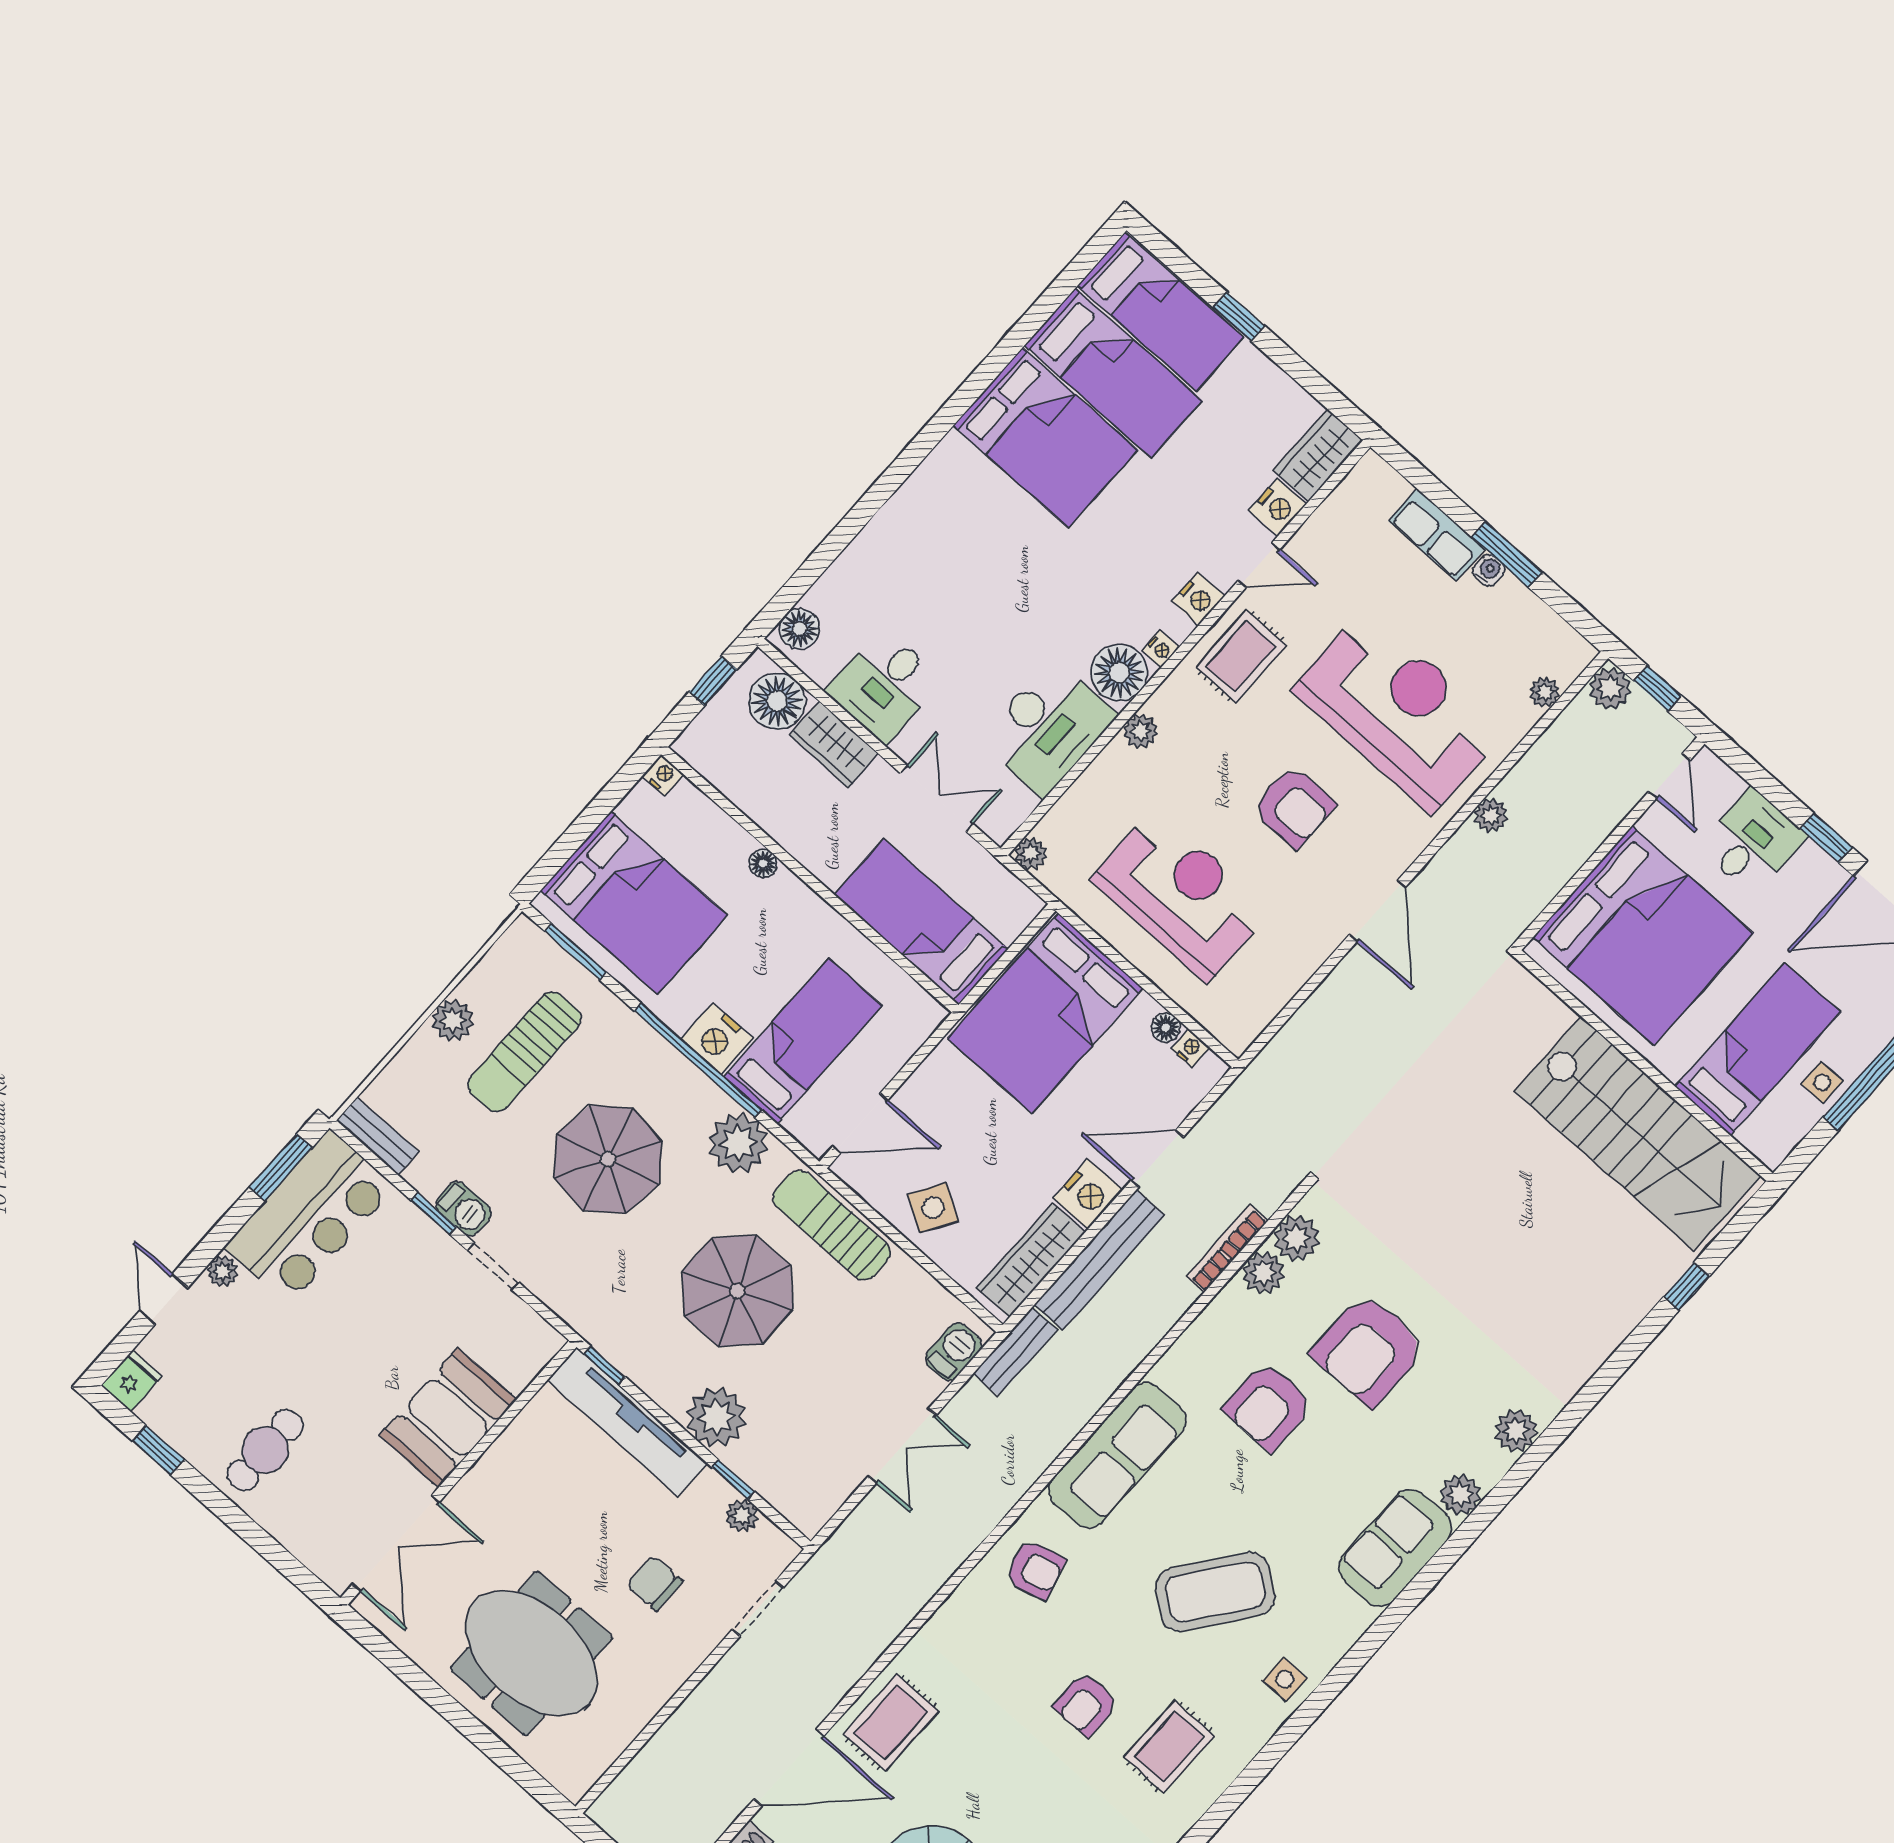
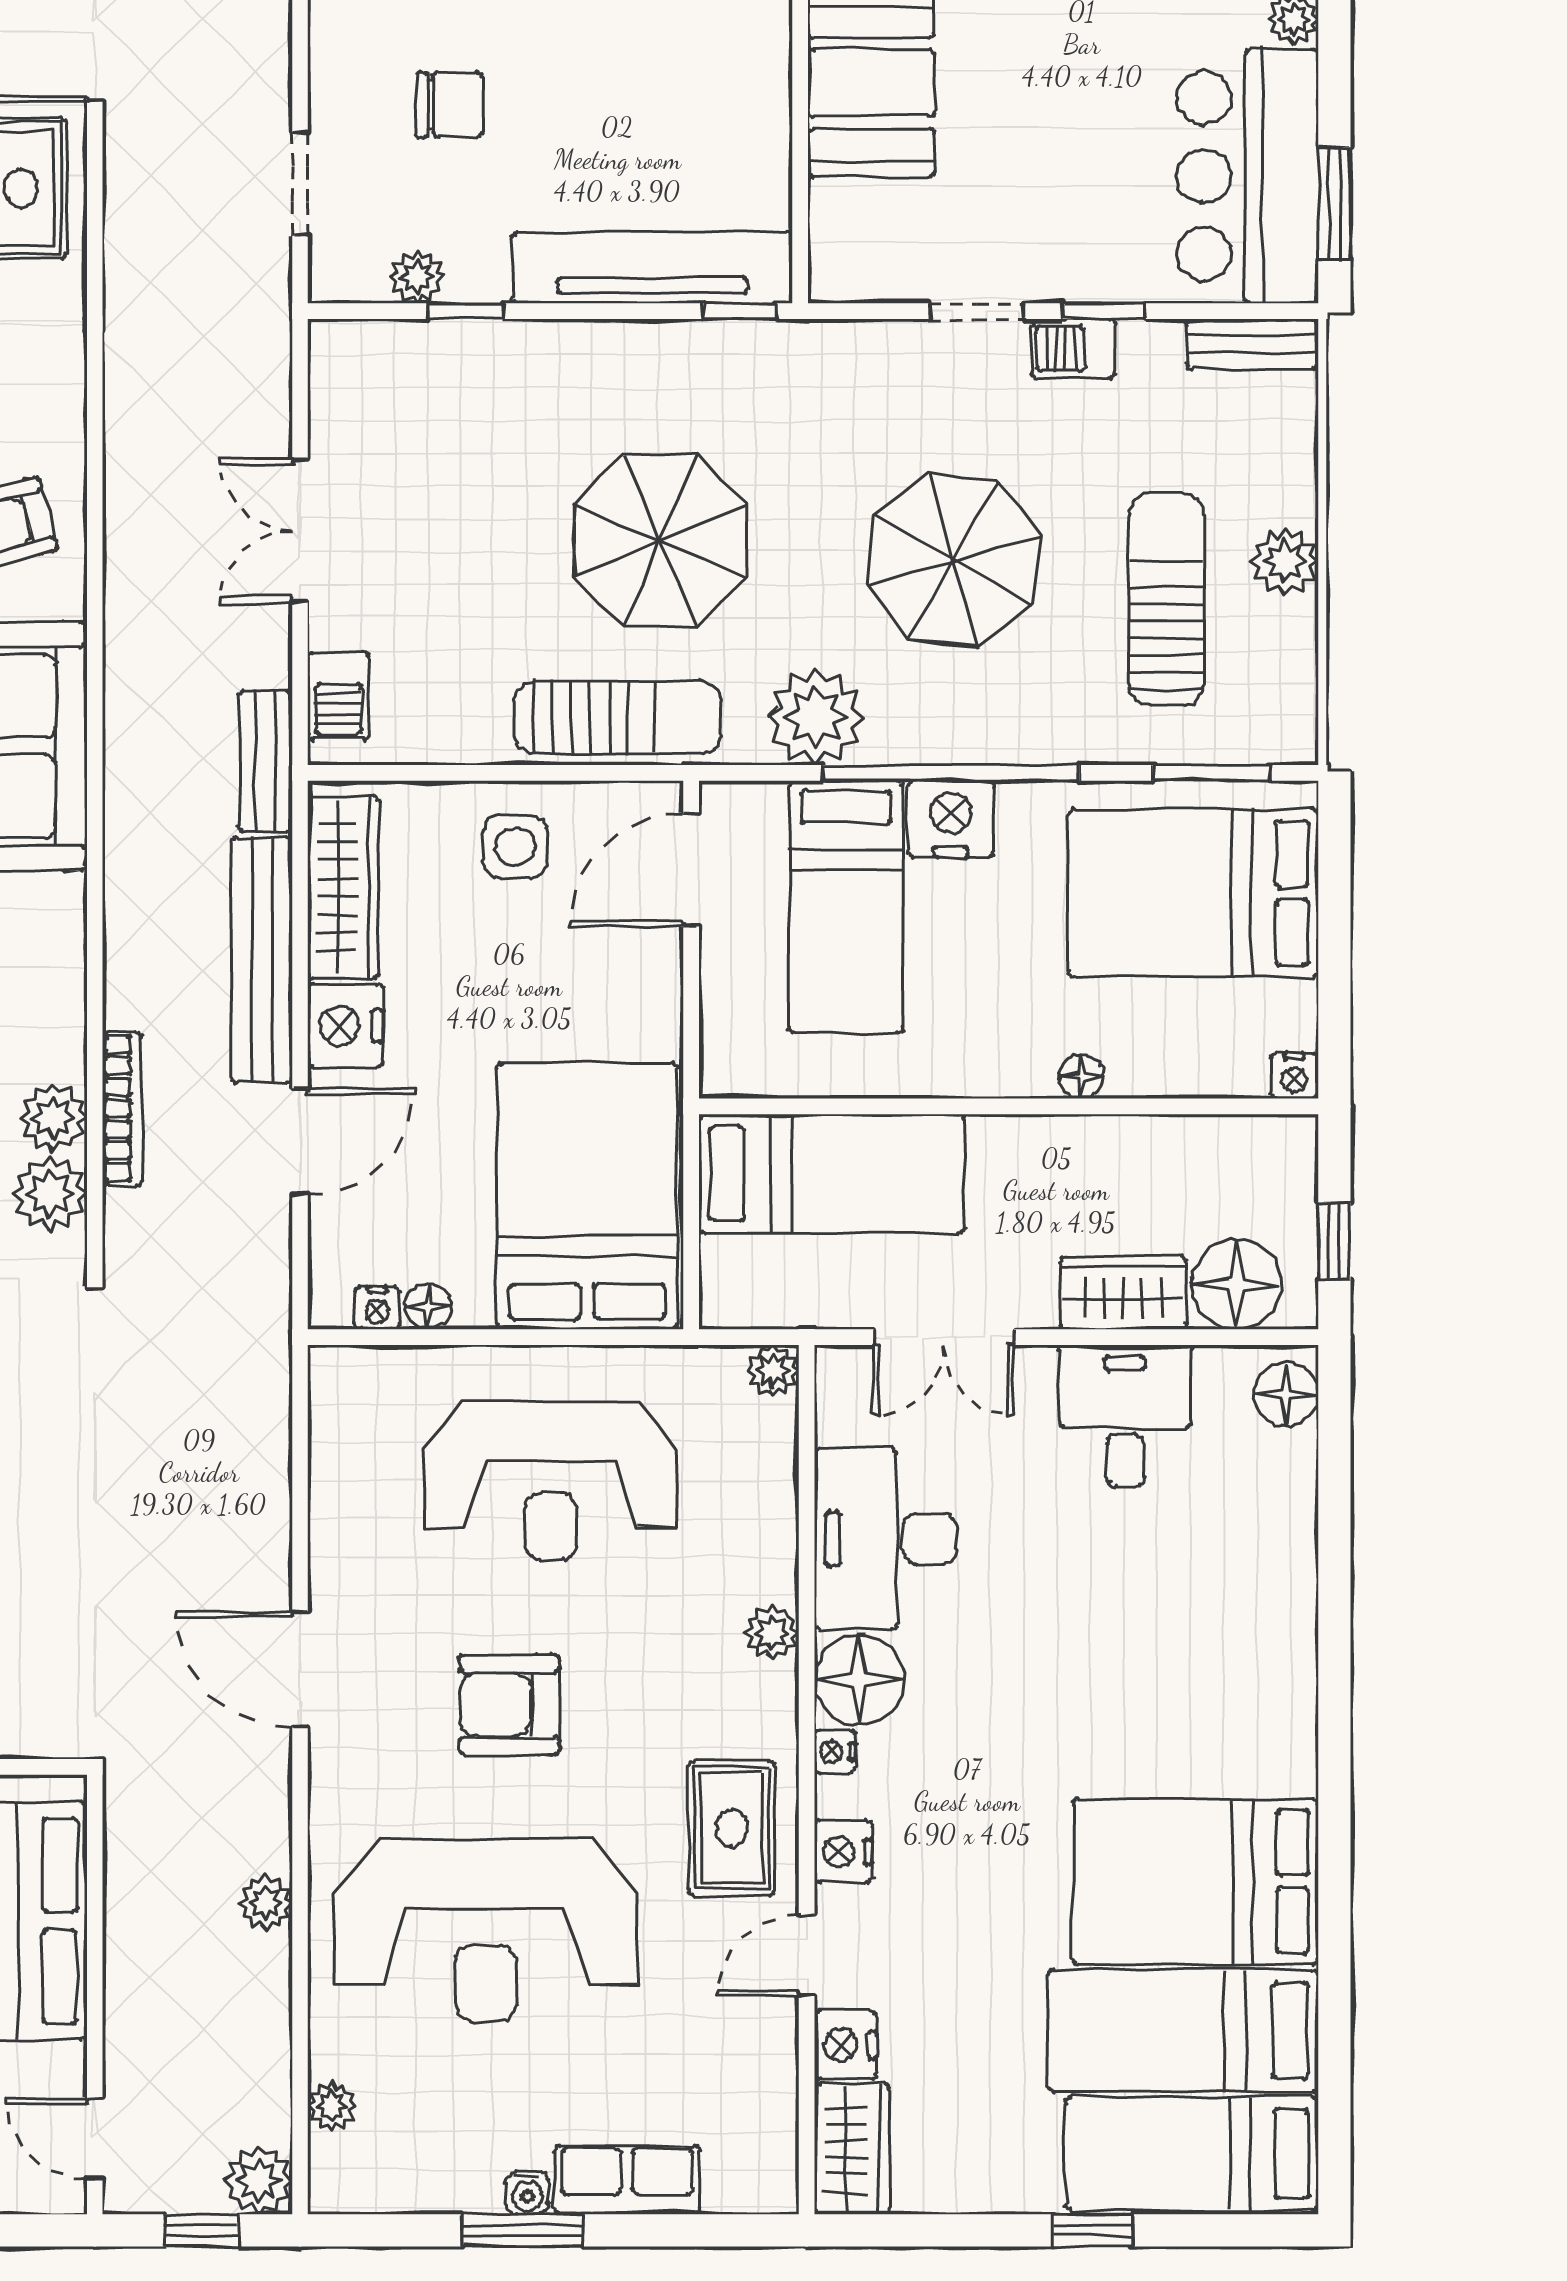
side table: (933, 1208) -> (515, 846), turned -31
plant: (716, 1417) -> (552, 367), removed

